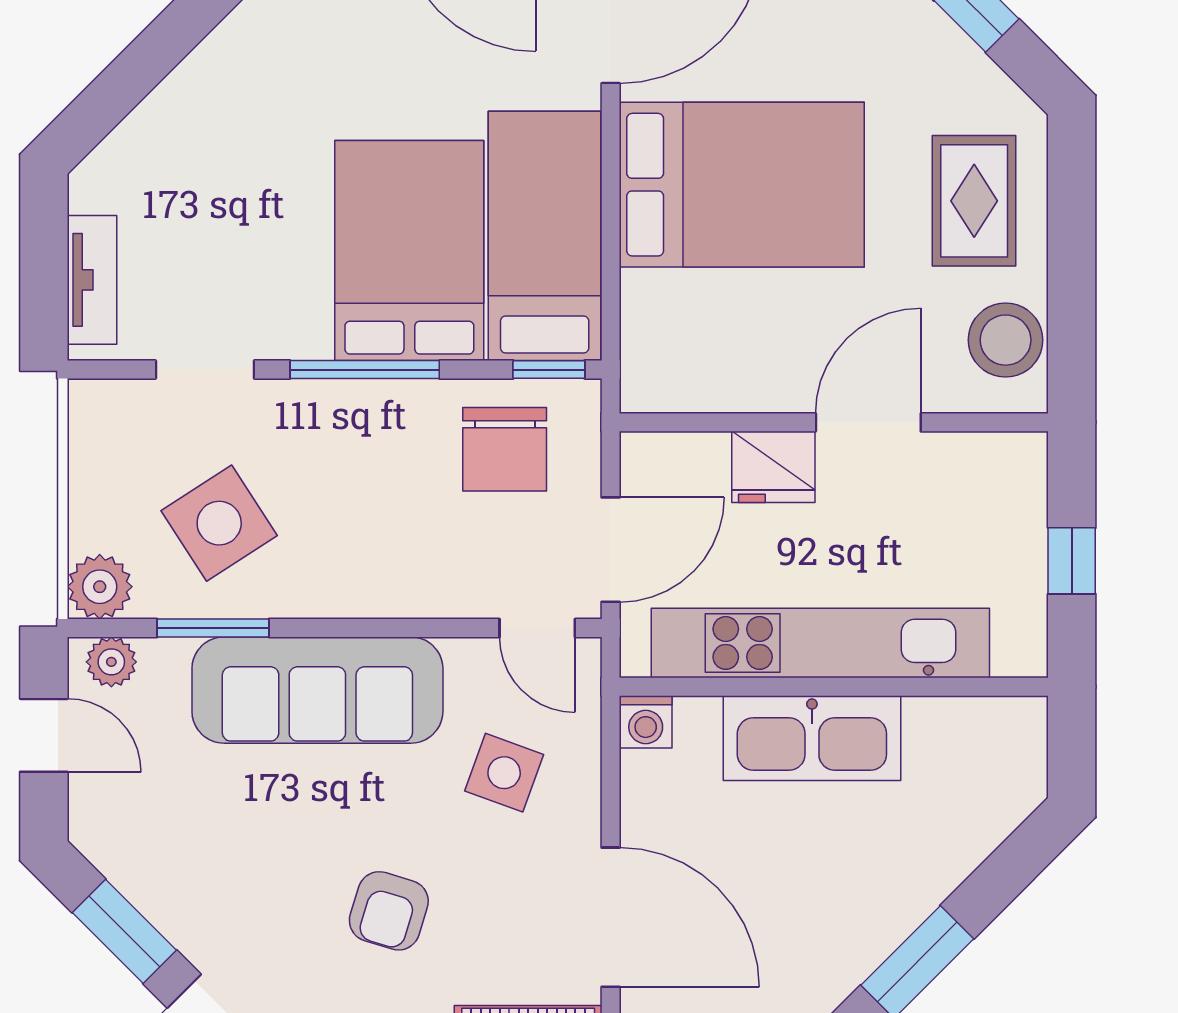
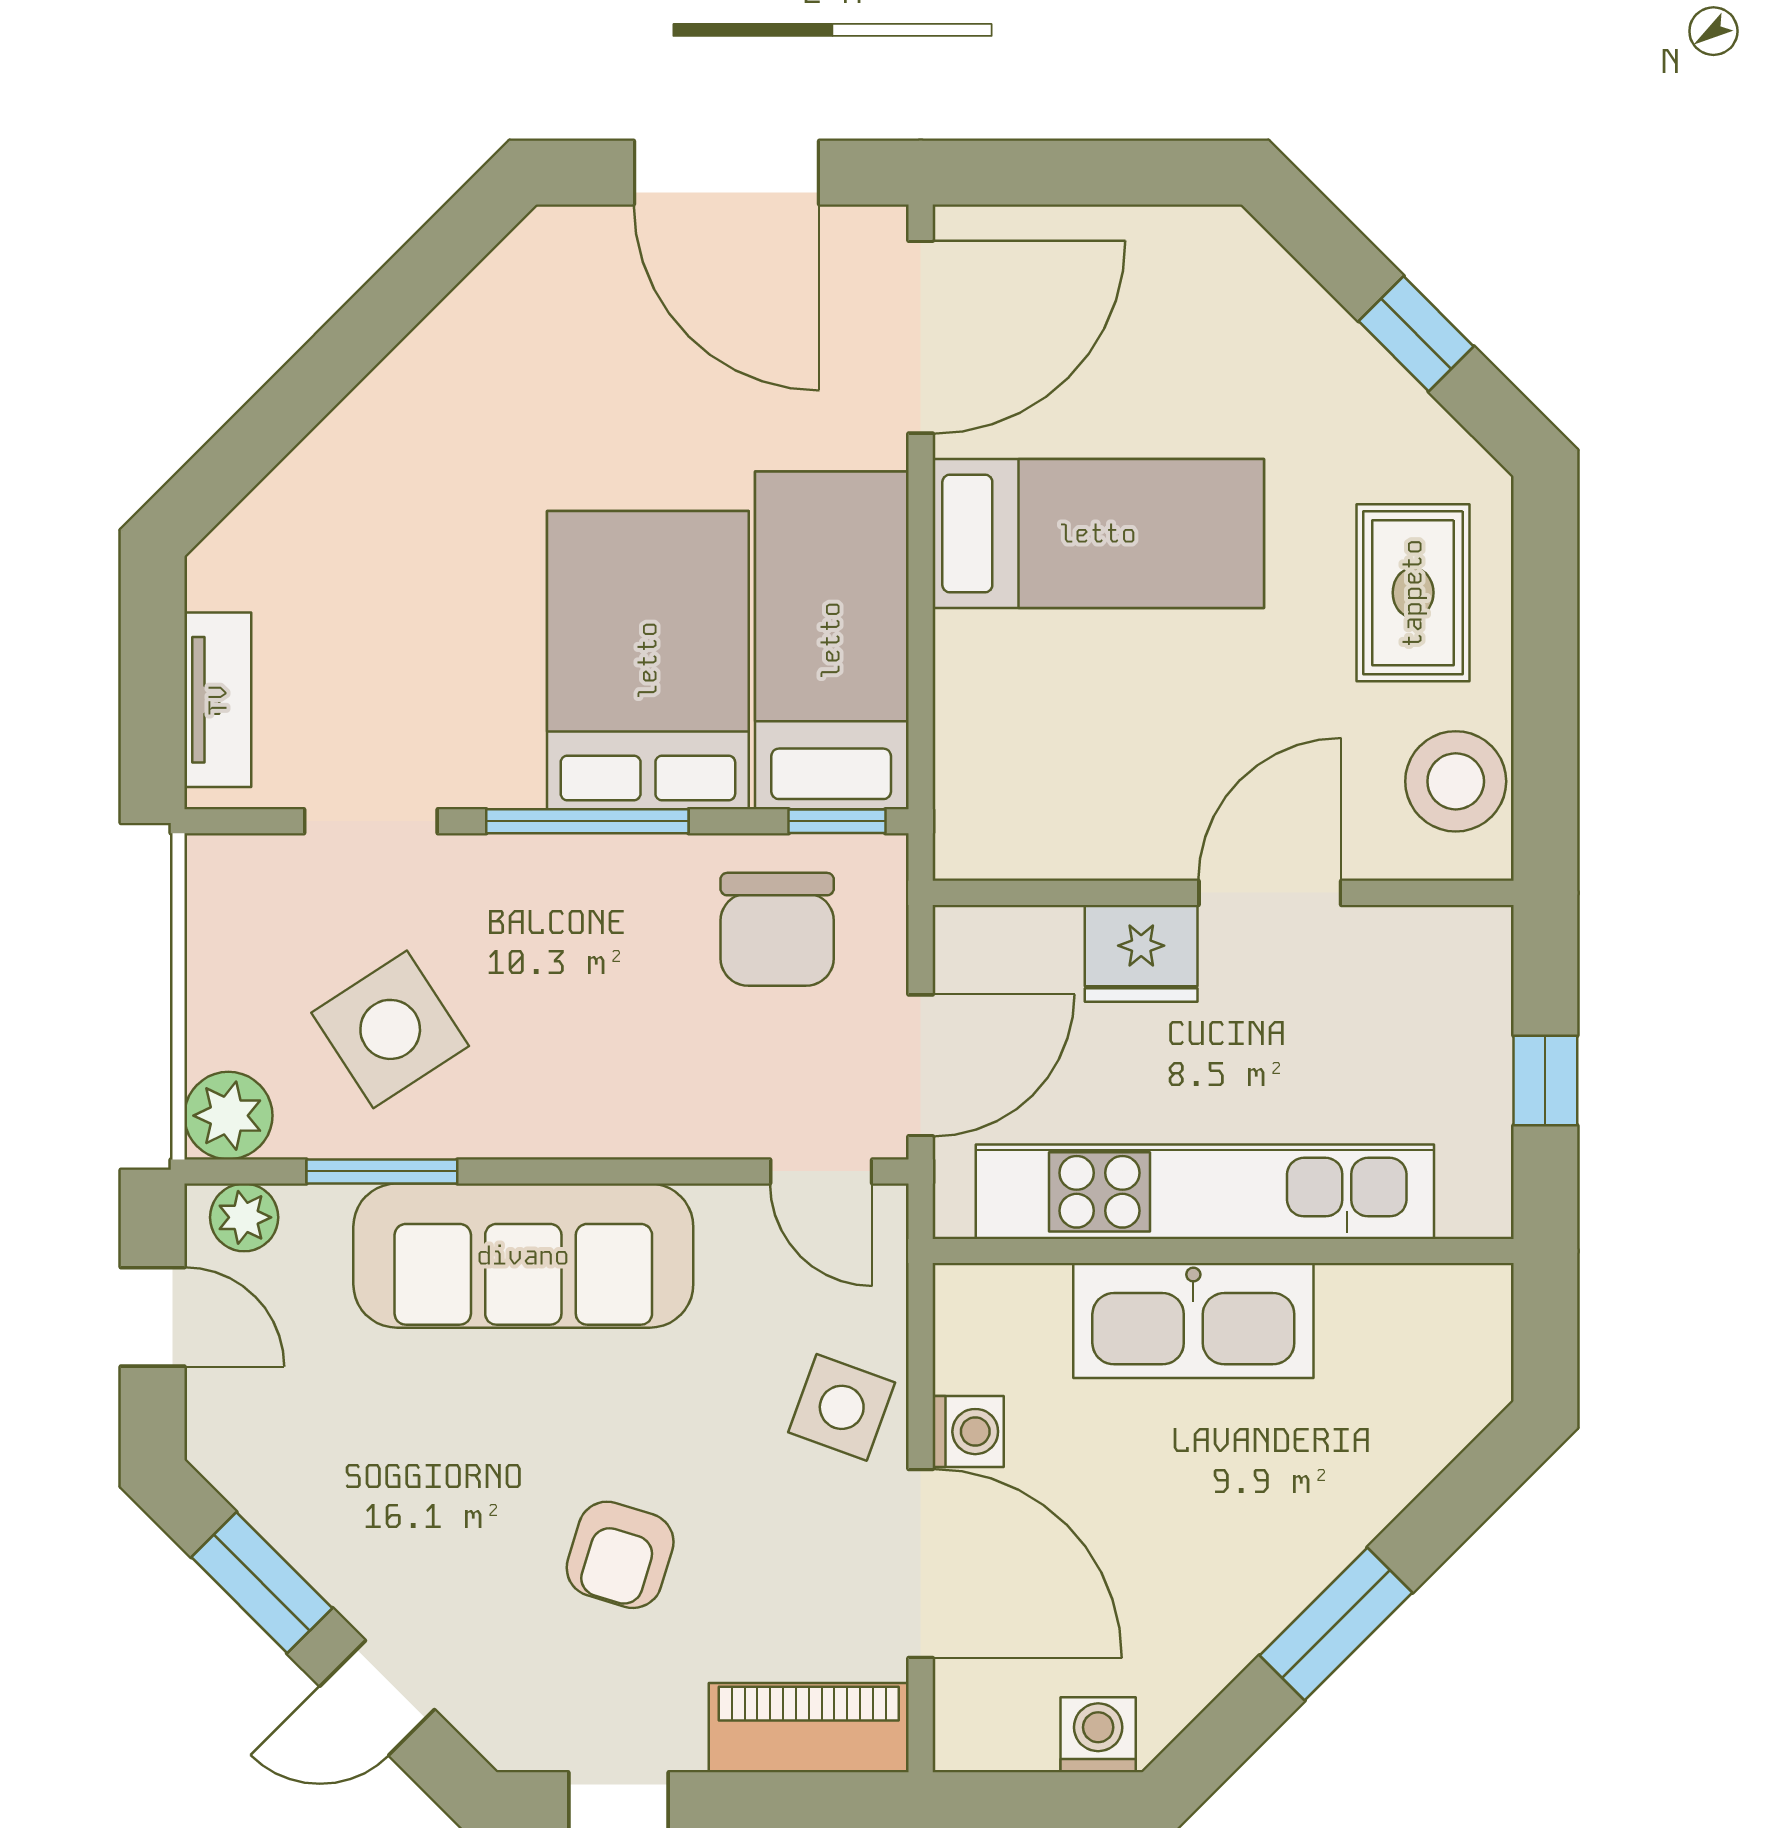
bed: (742, 185) -> (1098, 534), width x0.67
washing machine: (646, 722) -> (968, 1432), moved, turned -90
side table: (504, 773) -> (842, 1407), moved

